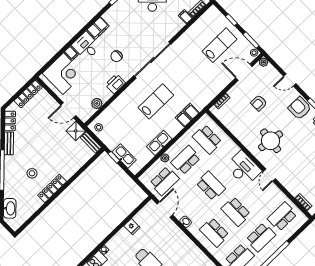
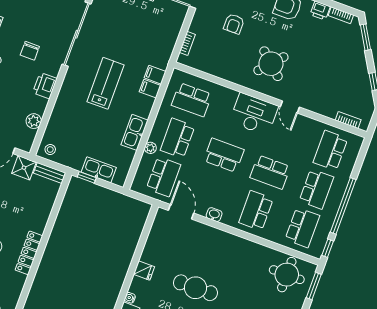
round table: (271, 141) -> (271, 64), turned 35
fridge: (132, 227) -> (144, 271), moved
school desk: (214, 232) -> (256, 211), turned 90

